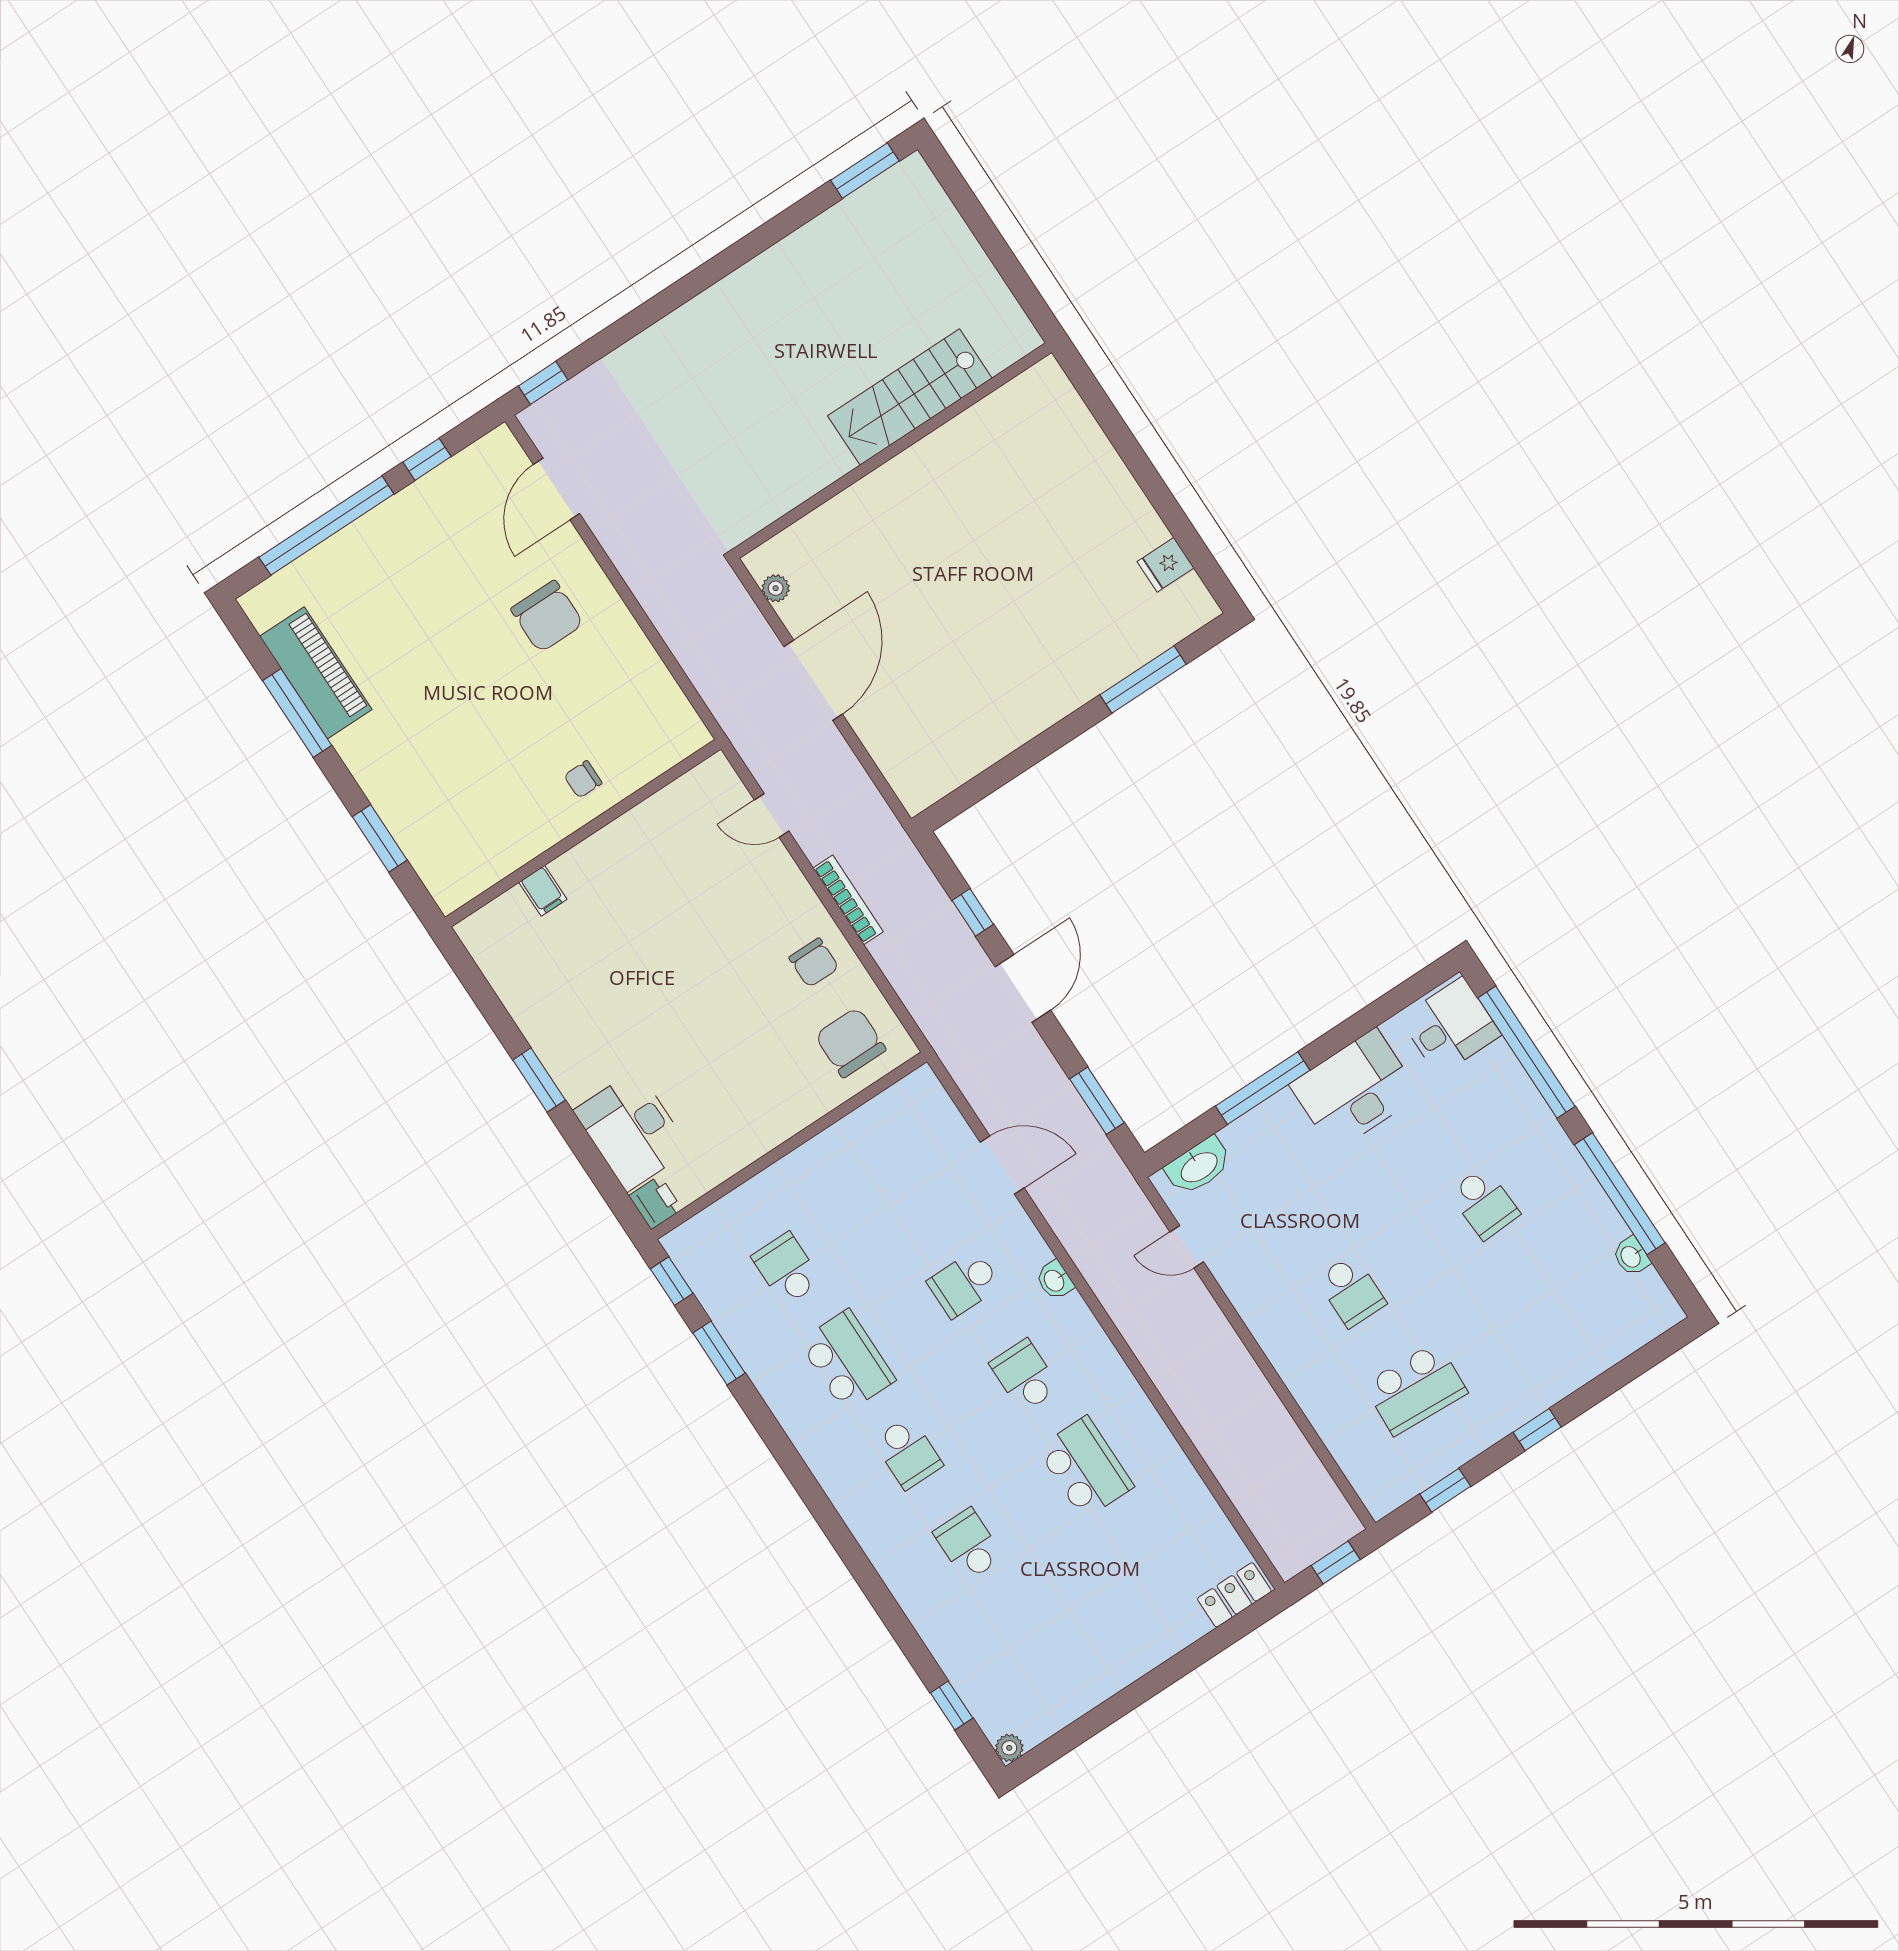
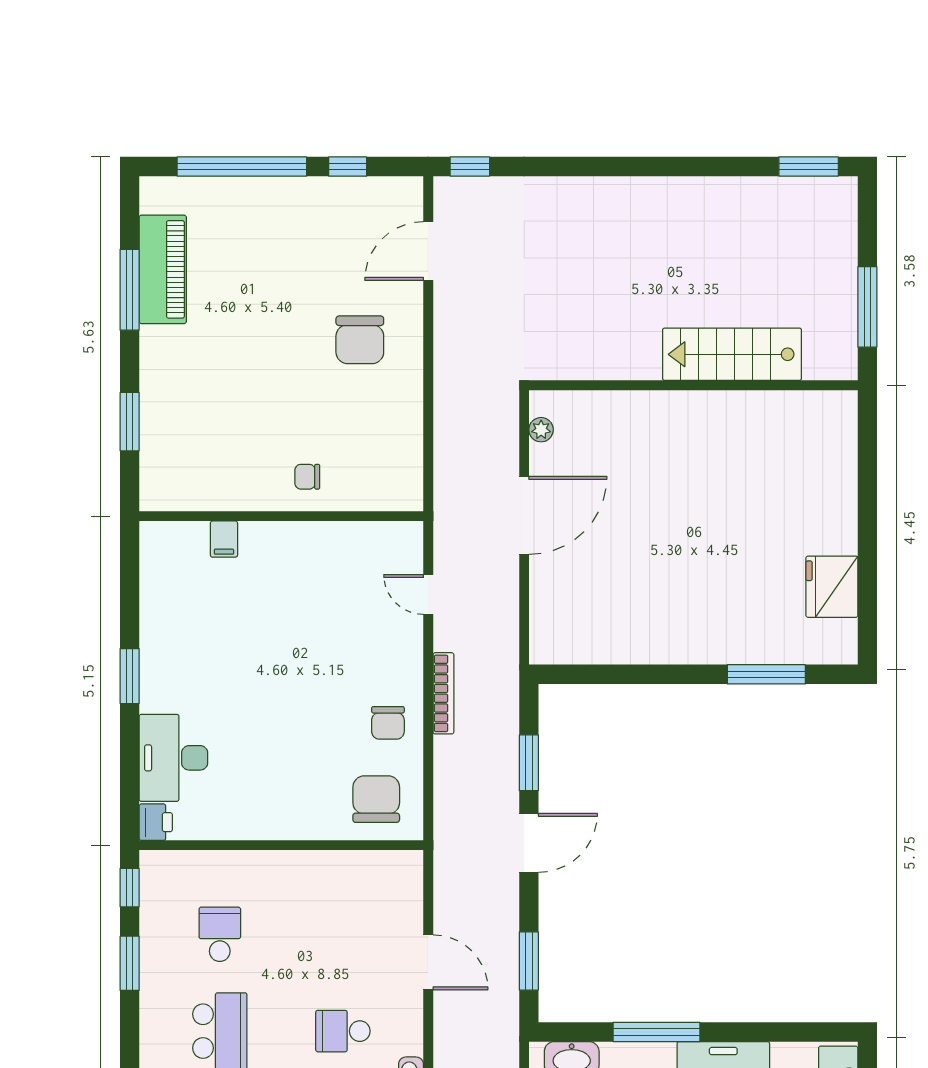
window: (1009, 267) -> (867, 307), added
fridge: (1166, 565) -> (832, 587), width x1.88, depth x1.34
window: (973, 912) -> (529, 763), width x1.50

